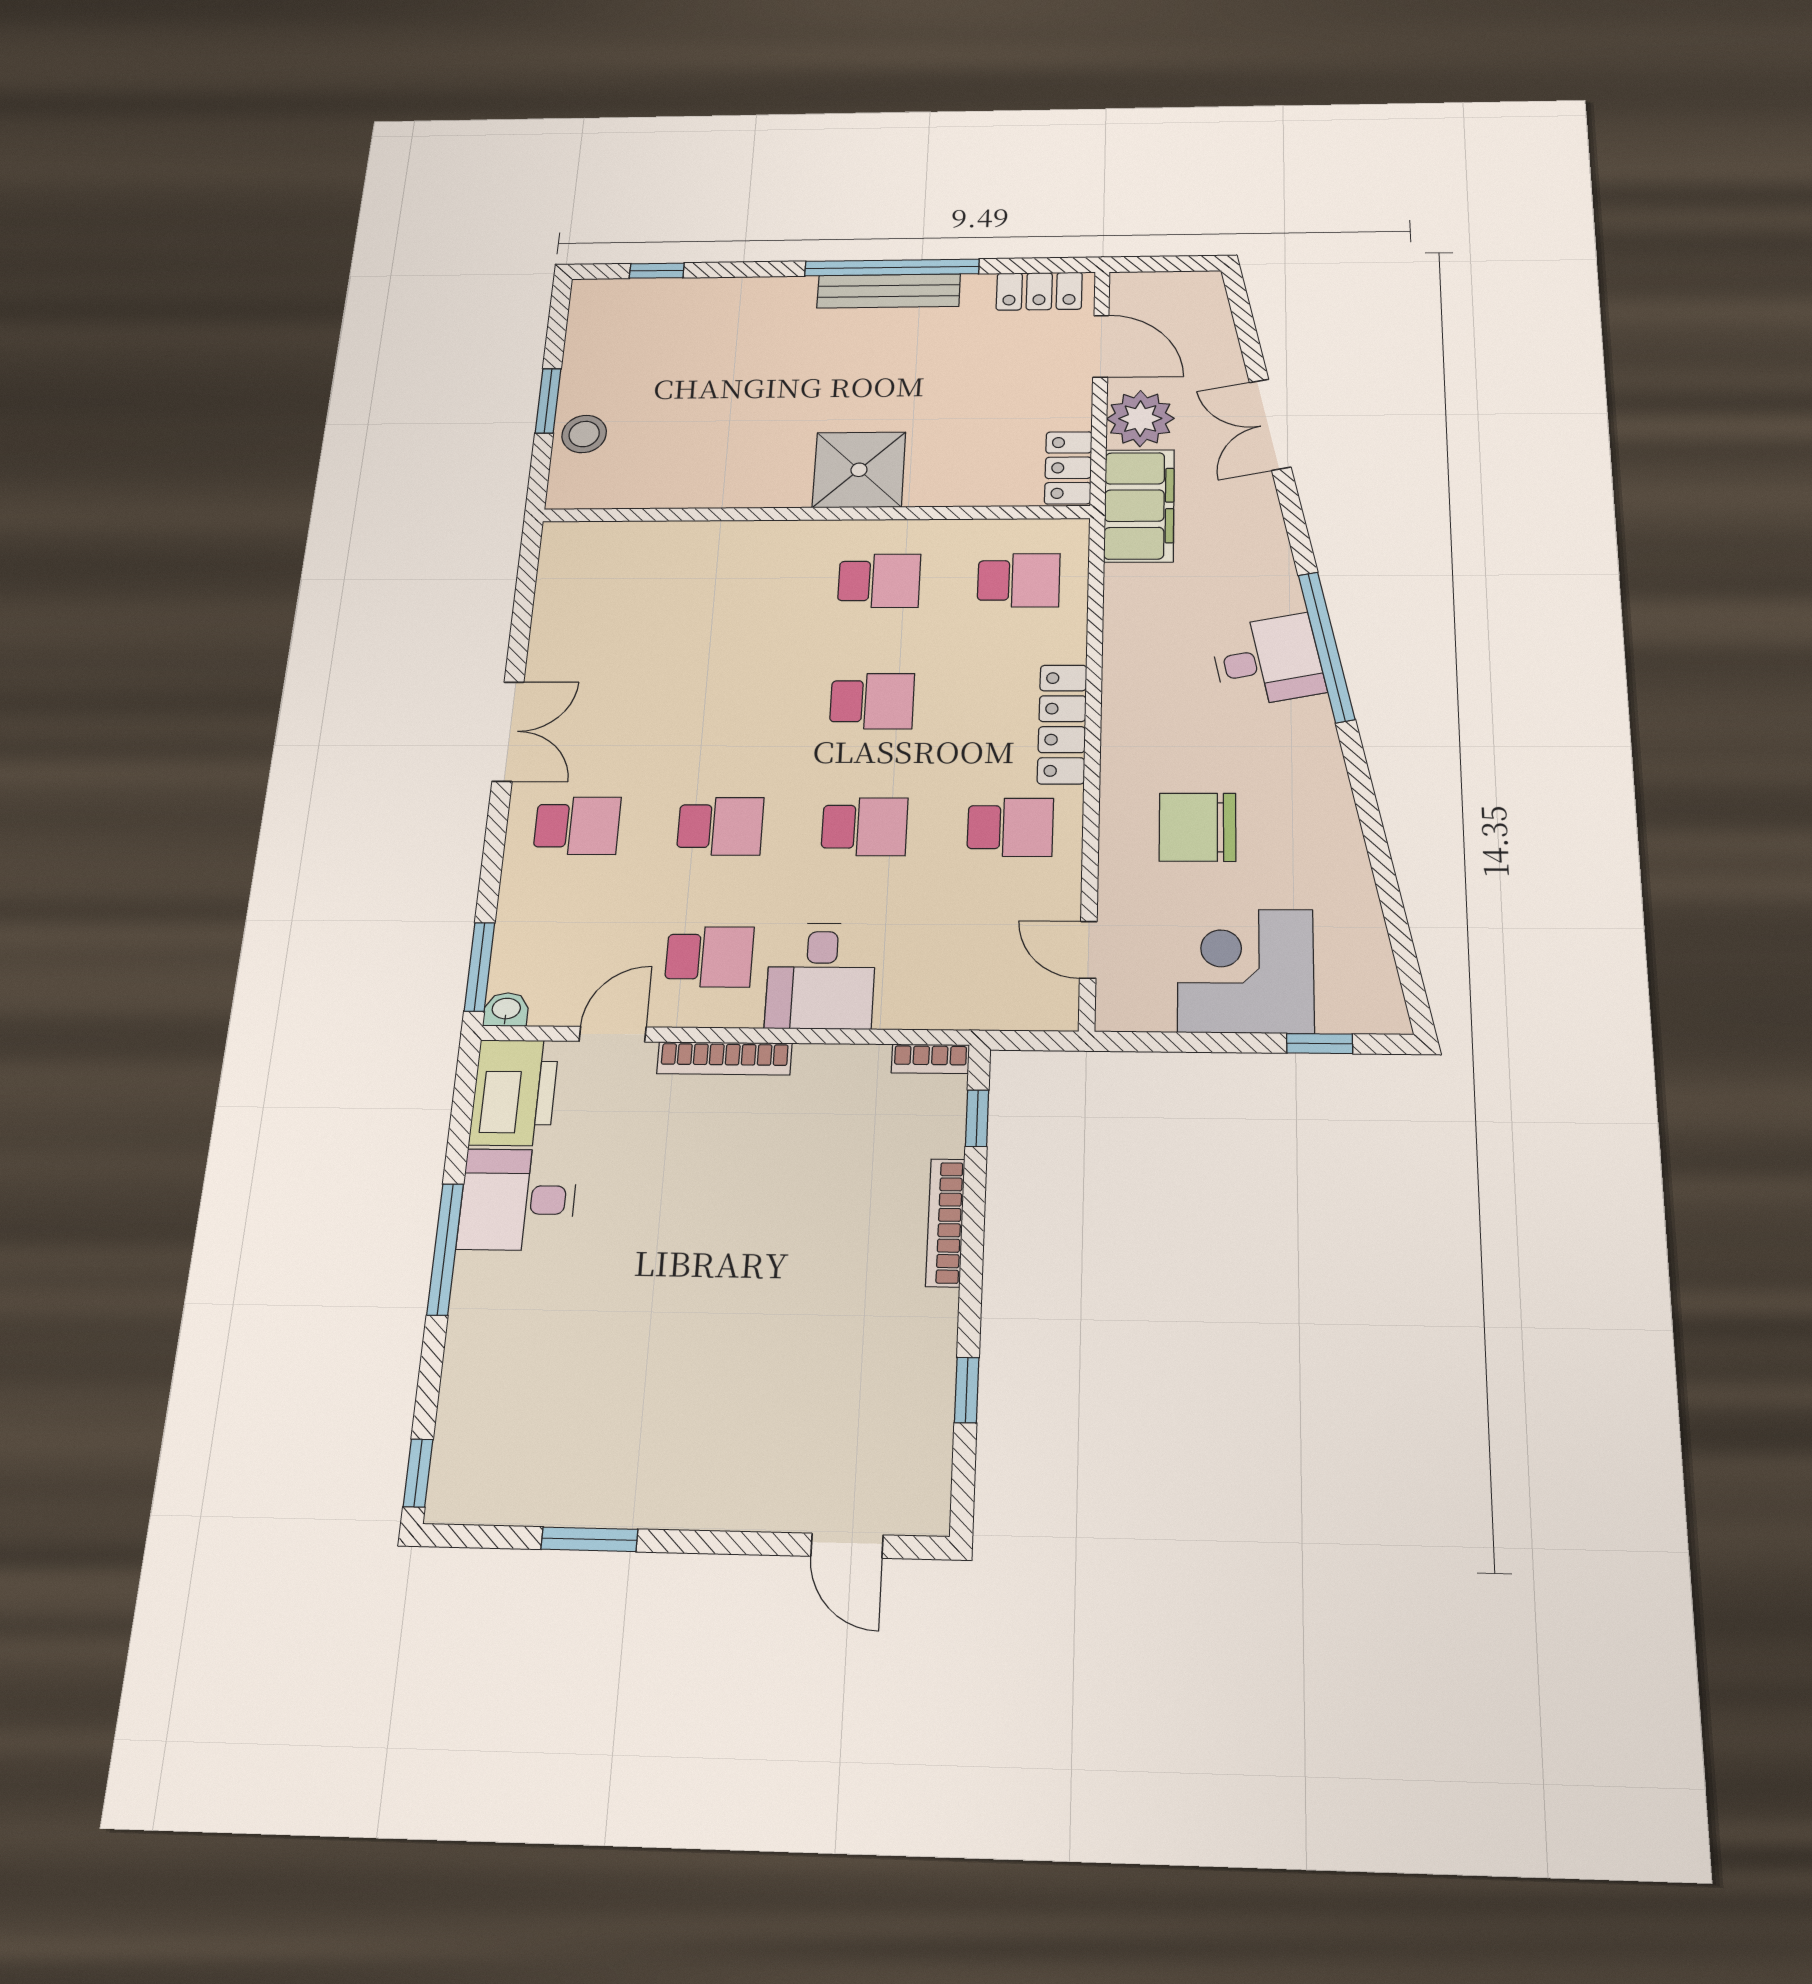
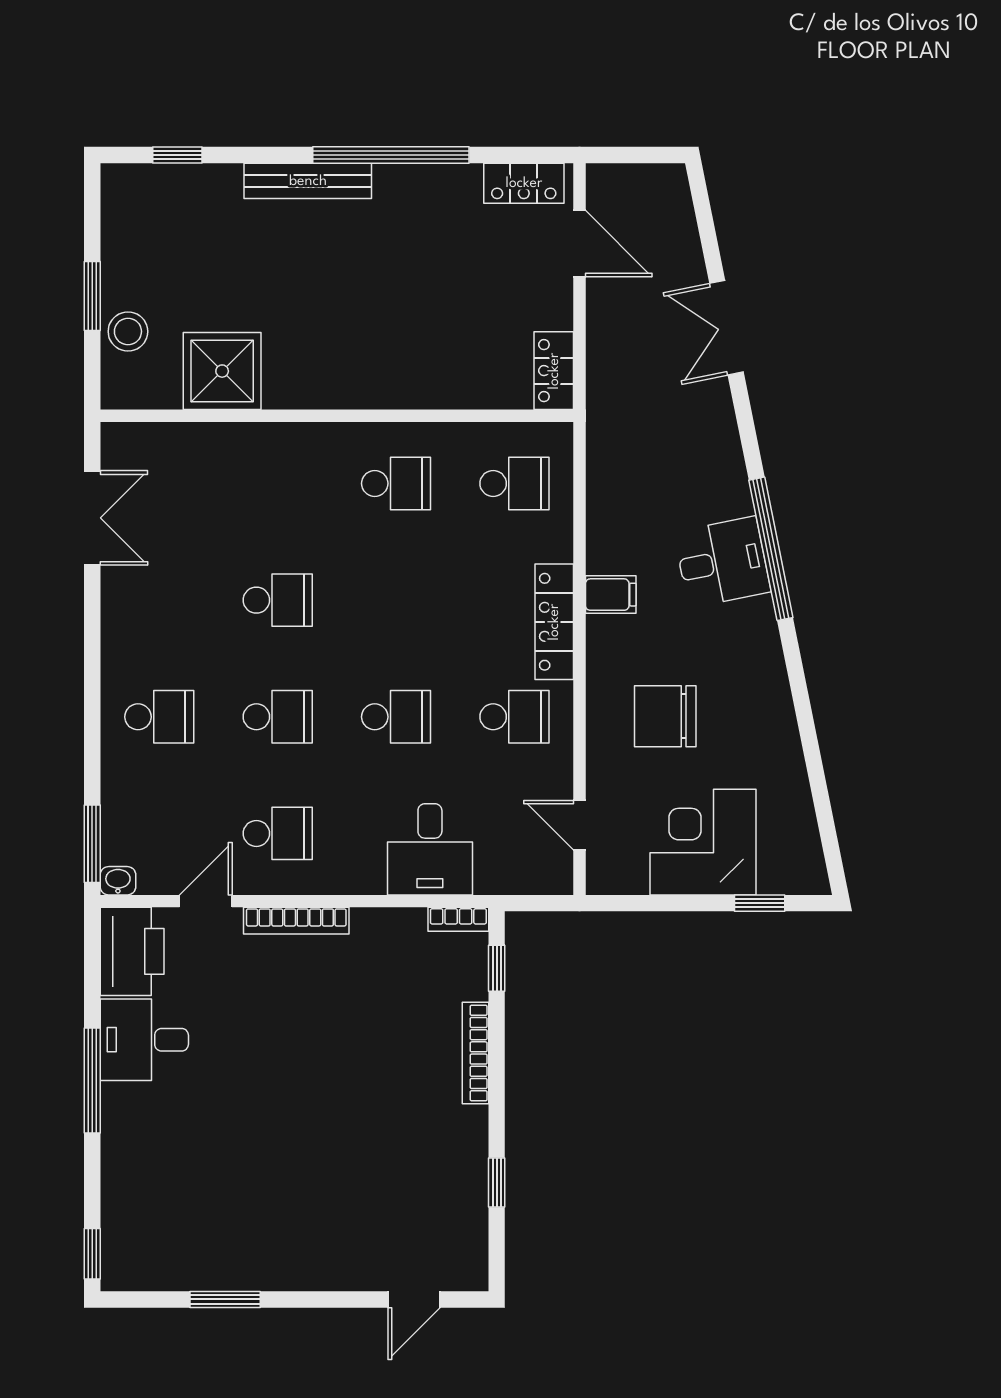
bench: (889, 291) -> (308, 181), moved
plant: (1140, 419) -> (615, 320), removed
shower: (859, 470) -> (222, 371), moved
filing cabinet: (1139, 506) -> (611, 595), moved, width x0.33, depth x0.86
school desk: (872, 701) -> (278, 600), moved
double door: (508, 731) -> (92, 518), moved
desk: (821, 976) -> (430, 849), moved
door: (847, 1546) -> (414, 1299), hinge flipped

